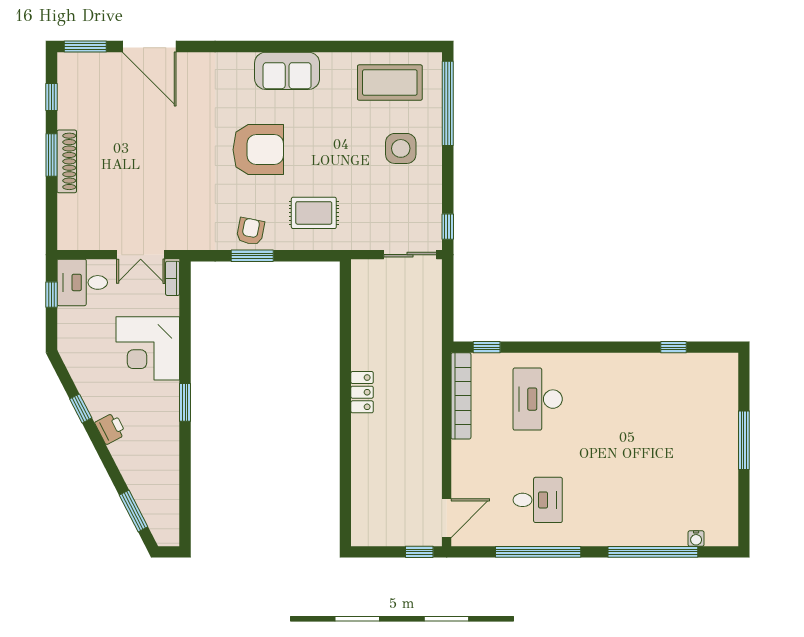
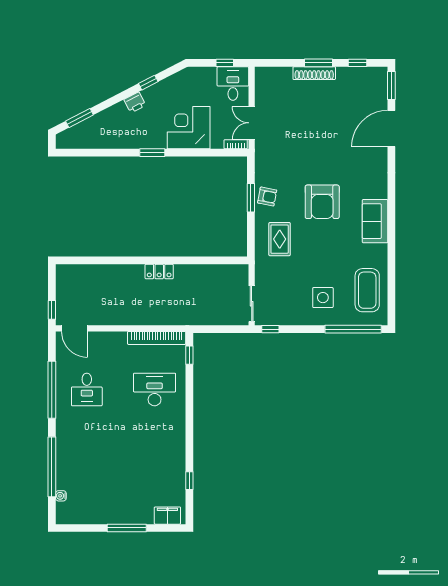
filing cabinet: (725, 380) -> (167, 516), added

